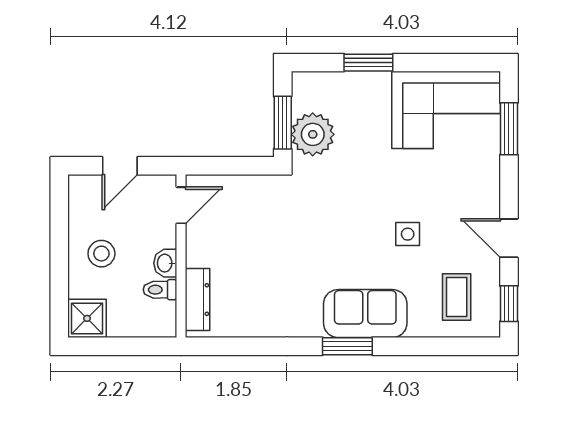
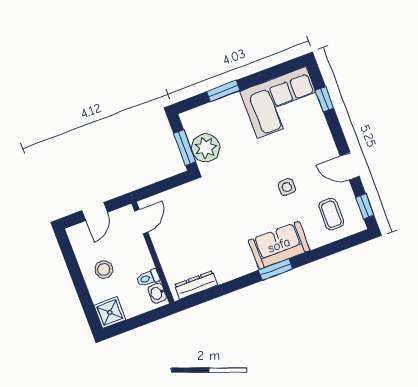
window: (509, 129) -> (325, 99), width x0.67
washbasin: (165, 263) -> (157, 293), moved
dresser: (197, 300) -> (196, 285), moved, turned -90

